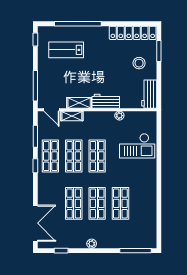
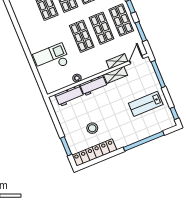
lab bench: (66, 50) -> (146, 104), moved, turned 180
stool: (139, 63) -> (92, 128), moved
workbench: (149, 94) -> (69, 96), moved, turned 90
door: (52, 110) -> (136, 60), hinge flipped

